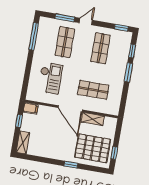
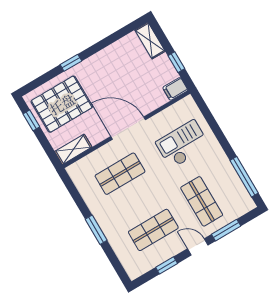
door: (86, 21) -> (198, 247), swing flipped
window: (121, 28) -> (167, 265), moved
shop shelf: (100, 48) -> (153, 230), turned 90
window: (132, 51) -> (113, 259), removed
checkout: (50, 78) -> (183, 144), turned 90
shelving: (93, 119) -> (73, 149), moved

